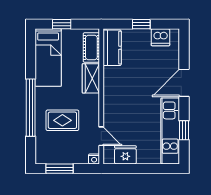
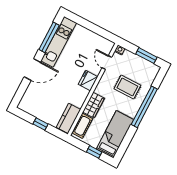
dishwasher: (160, 37) -> (32, 108), removed
window: (184, 130) -> (49, 37), width x2.17
fridge: (125, 155) -> (88, 81), moved, turned 90

